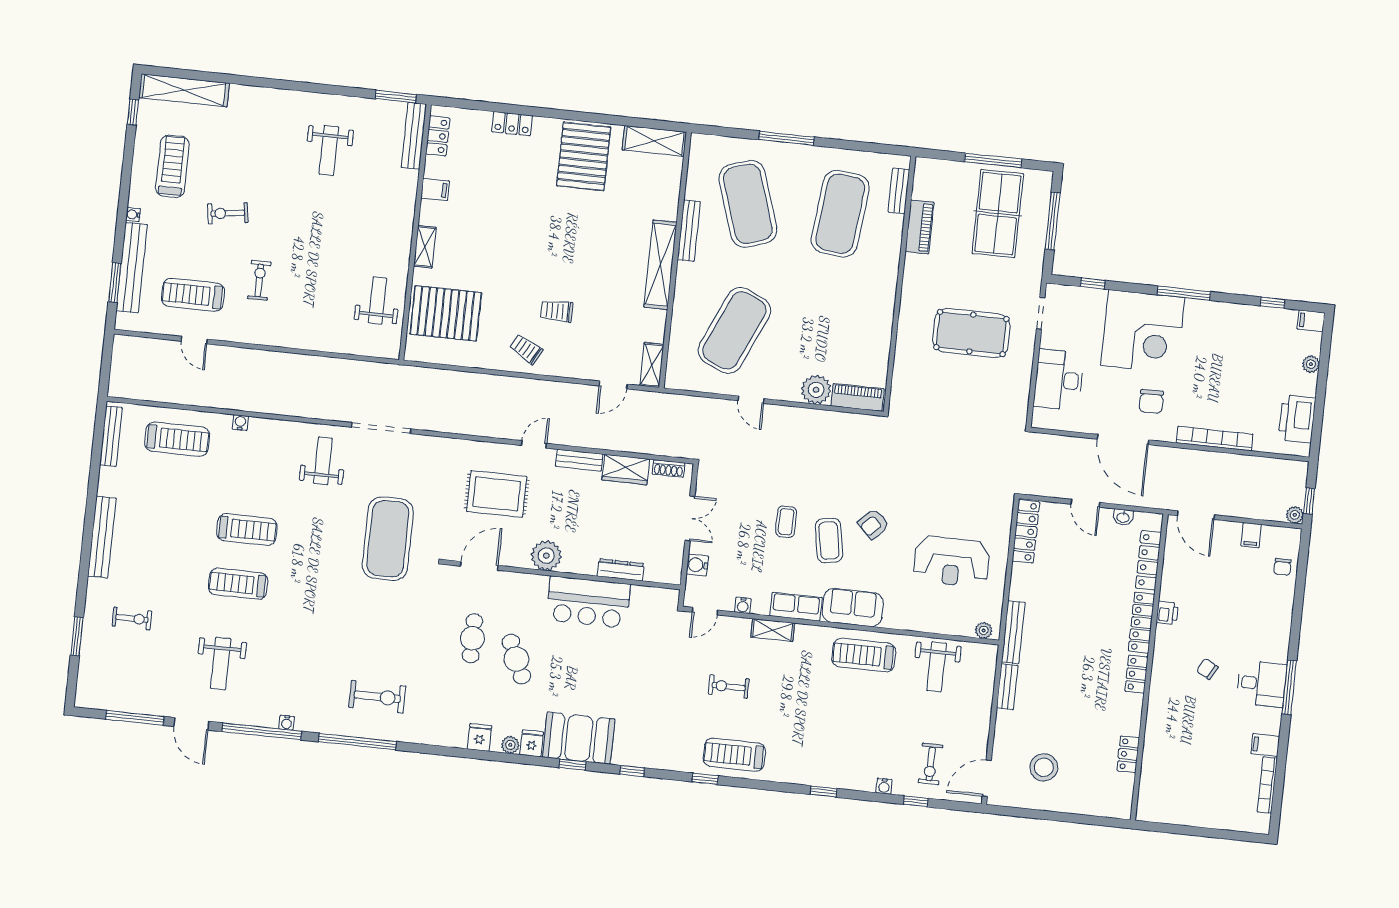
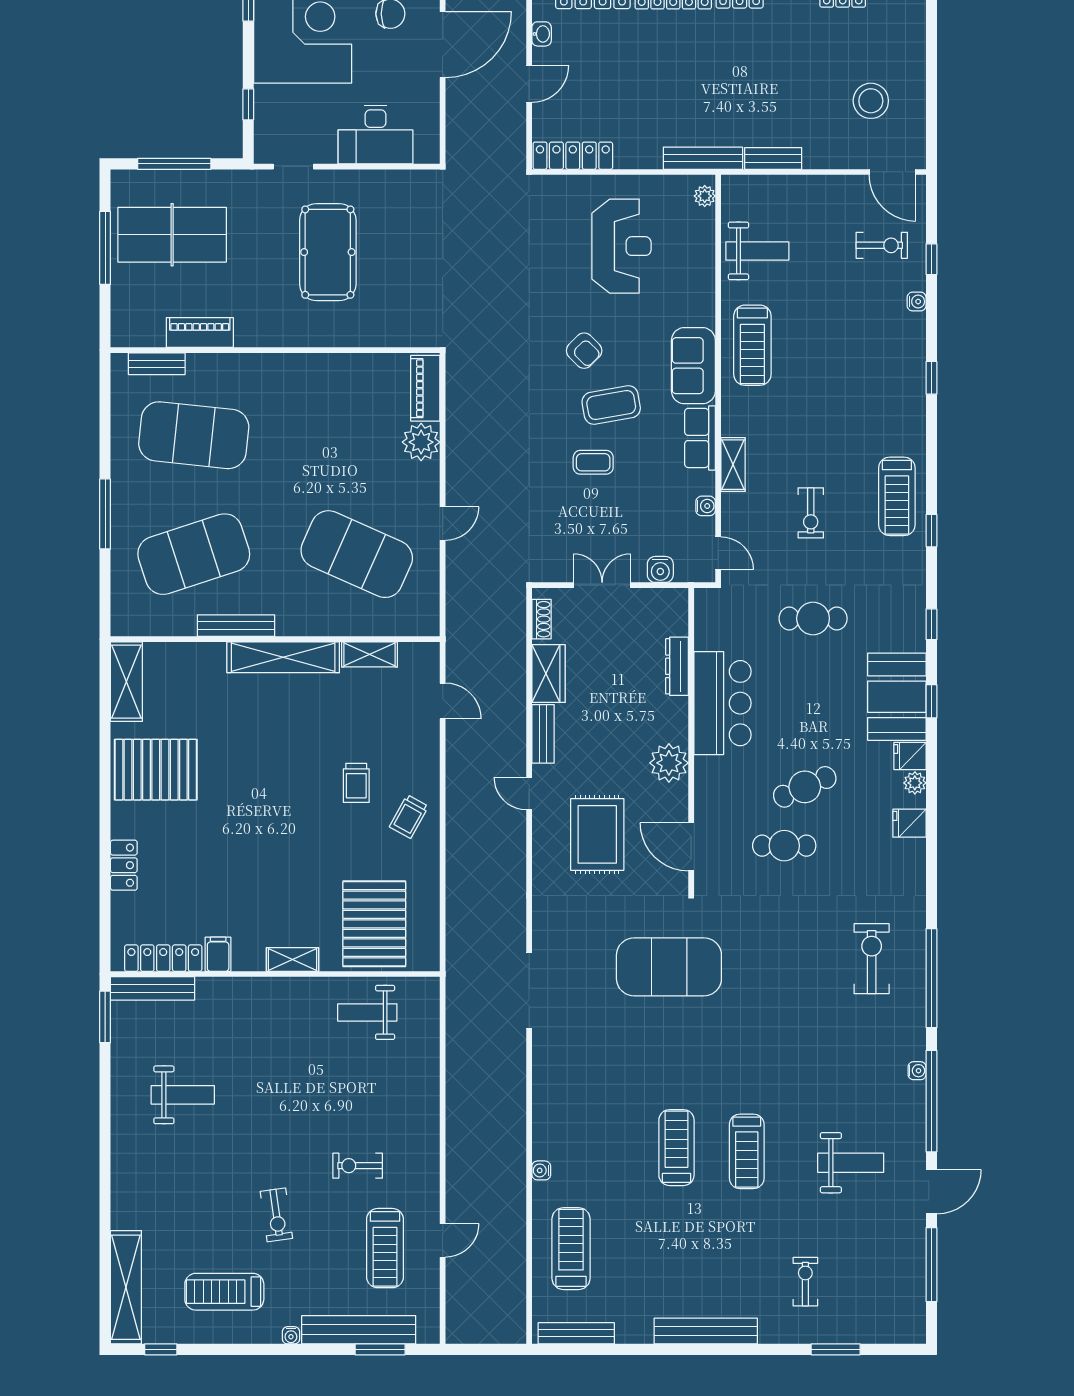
locker: (438, 136) -> (163, 958), width x1.53
shelving: (652, 365) -> (370, 654), moved
weight bench: (323, 461) -> (579, 1060), removed
cafe table: (646, 679) -> (813, 618), added

